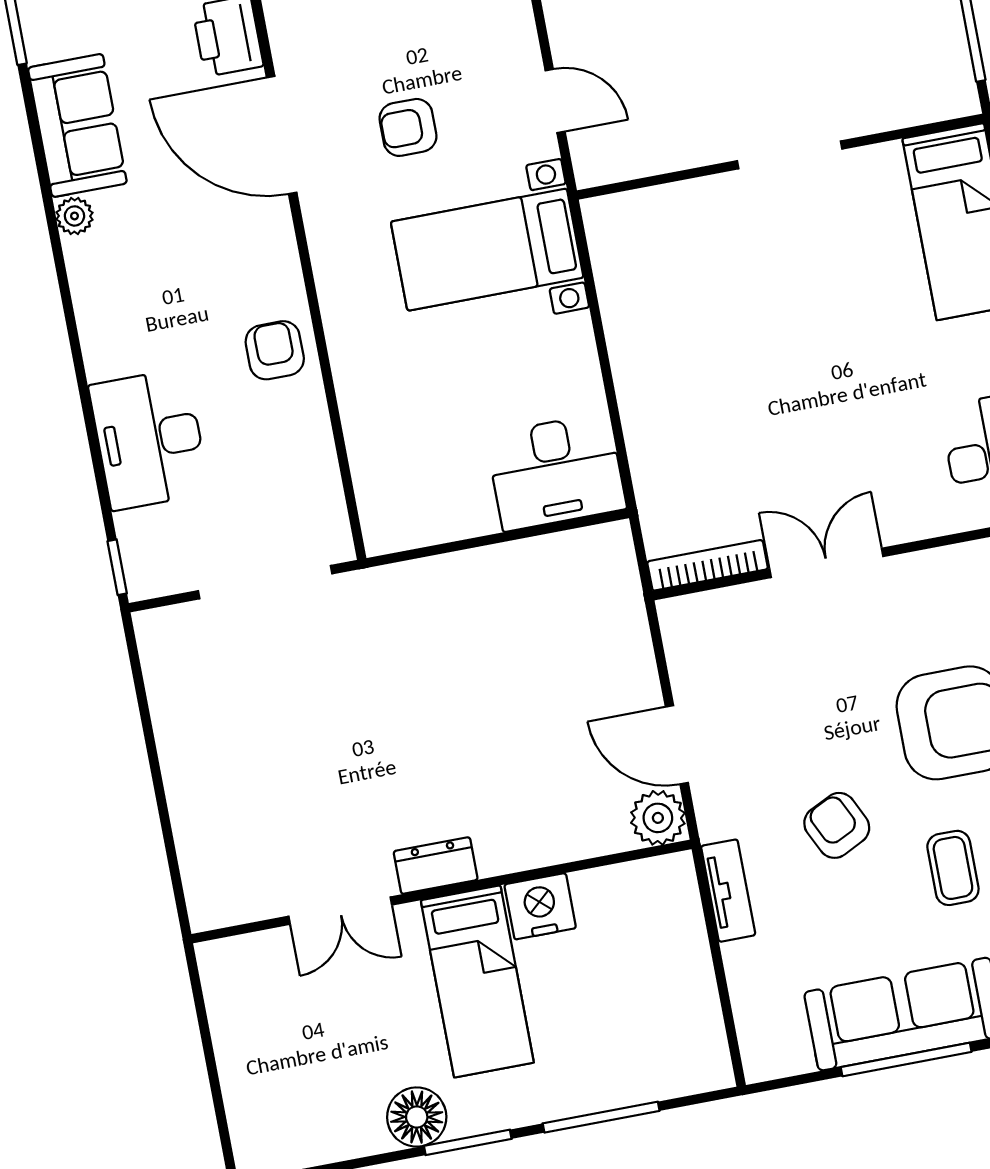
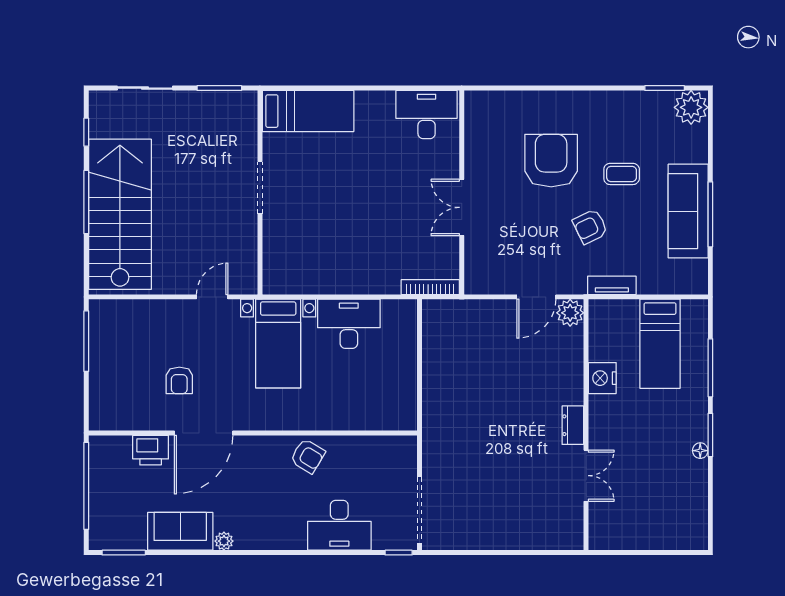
armchair: (408, 127) -> (179, 380), moved
armchair: (275, 350) -> (308, 456), turned -149
desk: (556, 472) -> (349, 324), moved, turned -90
bookcase: (708, 565) -> (430, 287), moved, turned 90
doorway: (265, 582) -> (419, 510), moved
bed: (477, 981) -> (660, 344), moved, turned 90
floor lamp: (417, 1117) -> (700, 451), width x0.53, depth x0.53

